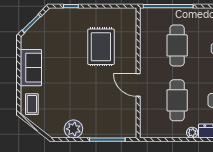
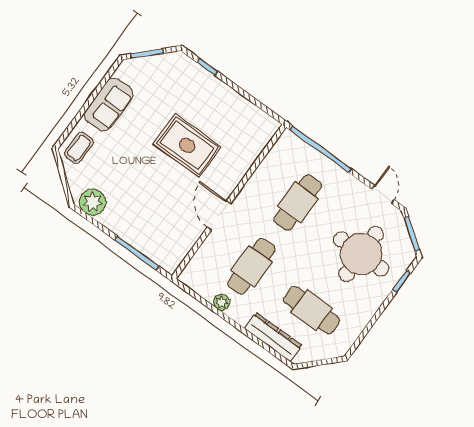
rug: (101, 47) -> (187, 145), moved, turned 90
plant: (73, 129) -> (93, 202), moved
plant: (192, 133) -> (222, 302), moved

